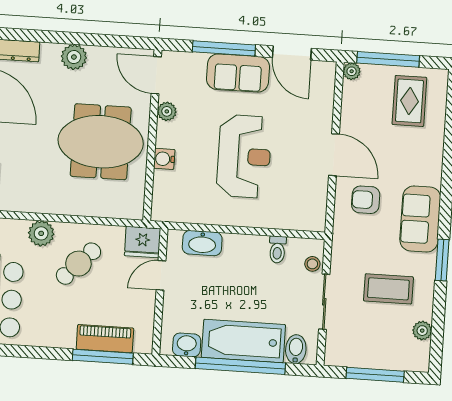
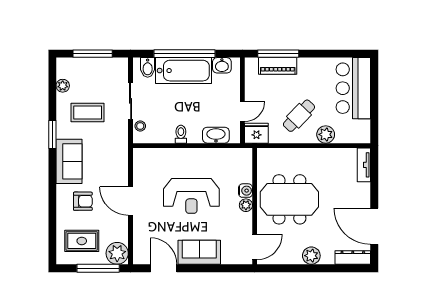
window: (224, 48) -> (210, 268), removed
plant: (352, 71) -> (117, 253), width x1.87, depth x1.87
door: (156, 75) -> (255, 247), hinge flipped
rug: (409, 101) -> (82, 241), turned 90
plant: (167, 111) -> (246, 205), moved
reception desk: (244, 156) -> (191, 196), turned -90
armchair: (366, 200) -> (83, 201), moved
toilet: (277, 250) -> (181, 134), moved

